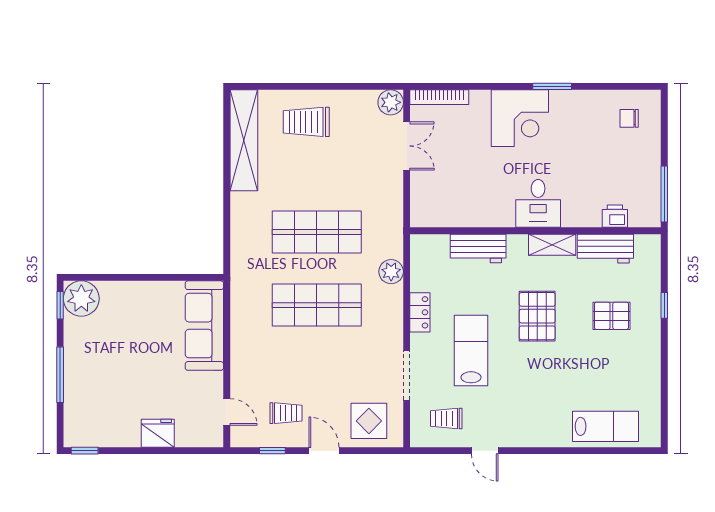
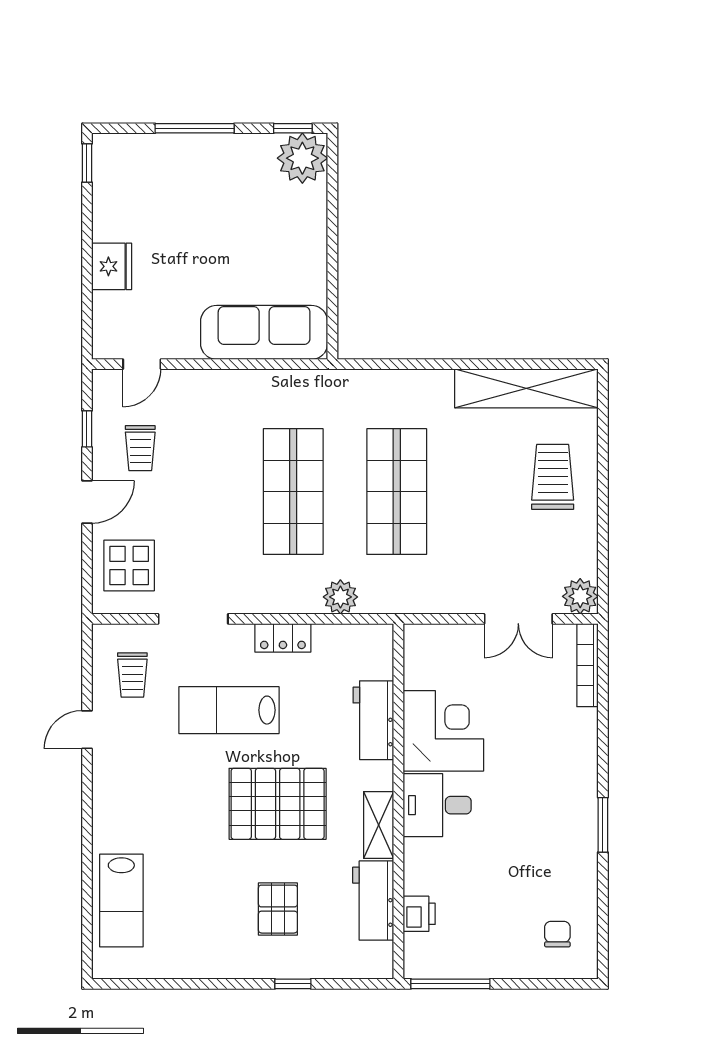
corner desk: (520, 118) -> (443, 731), moved, turned 180
pallet: (537, 316) -> (278, 804), width x1.37, depth x1.41
lab bench: (471, 350) -> (229, 710), turned 180
trolley: (446, 419) -> (132, 675), turned 180

